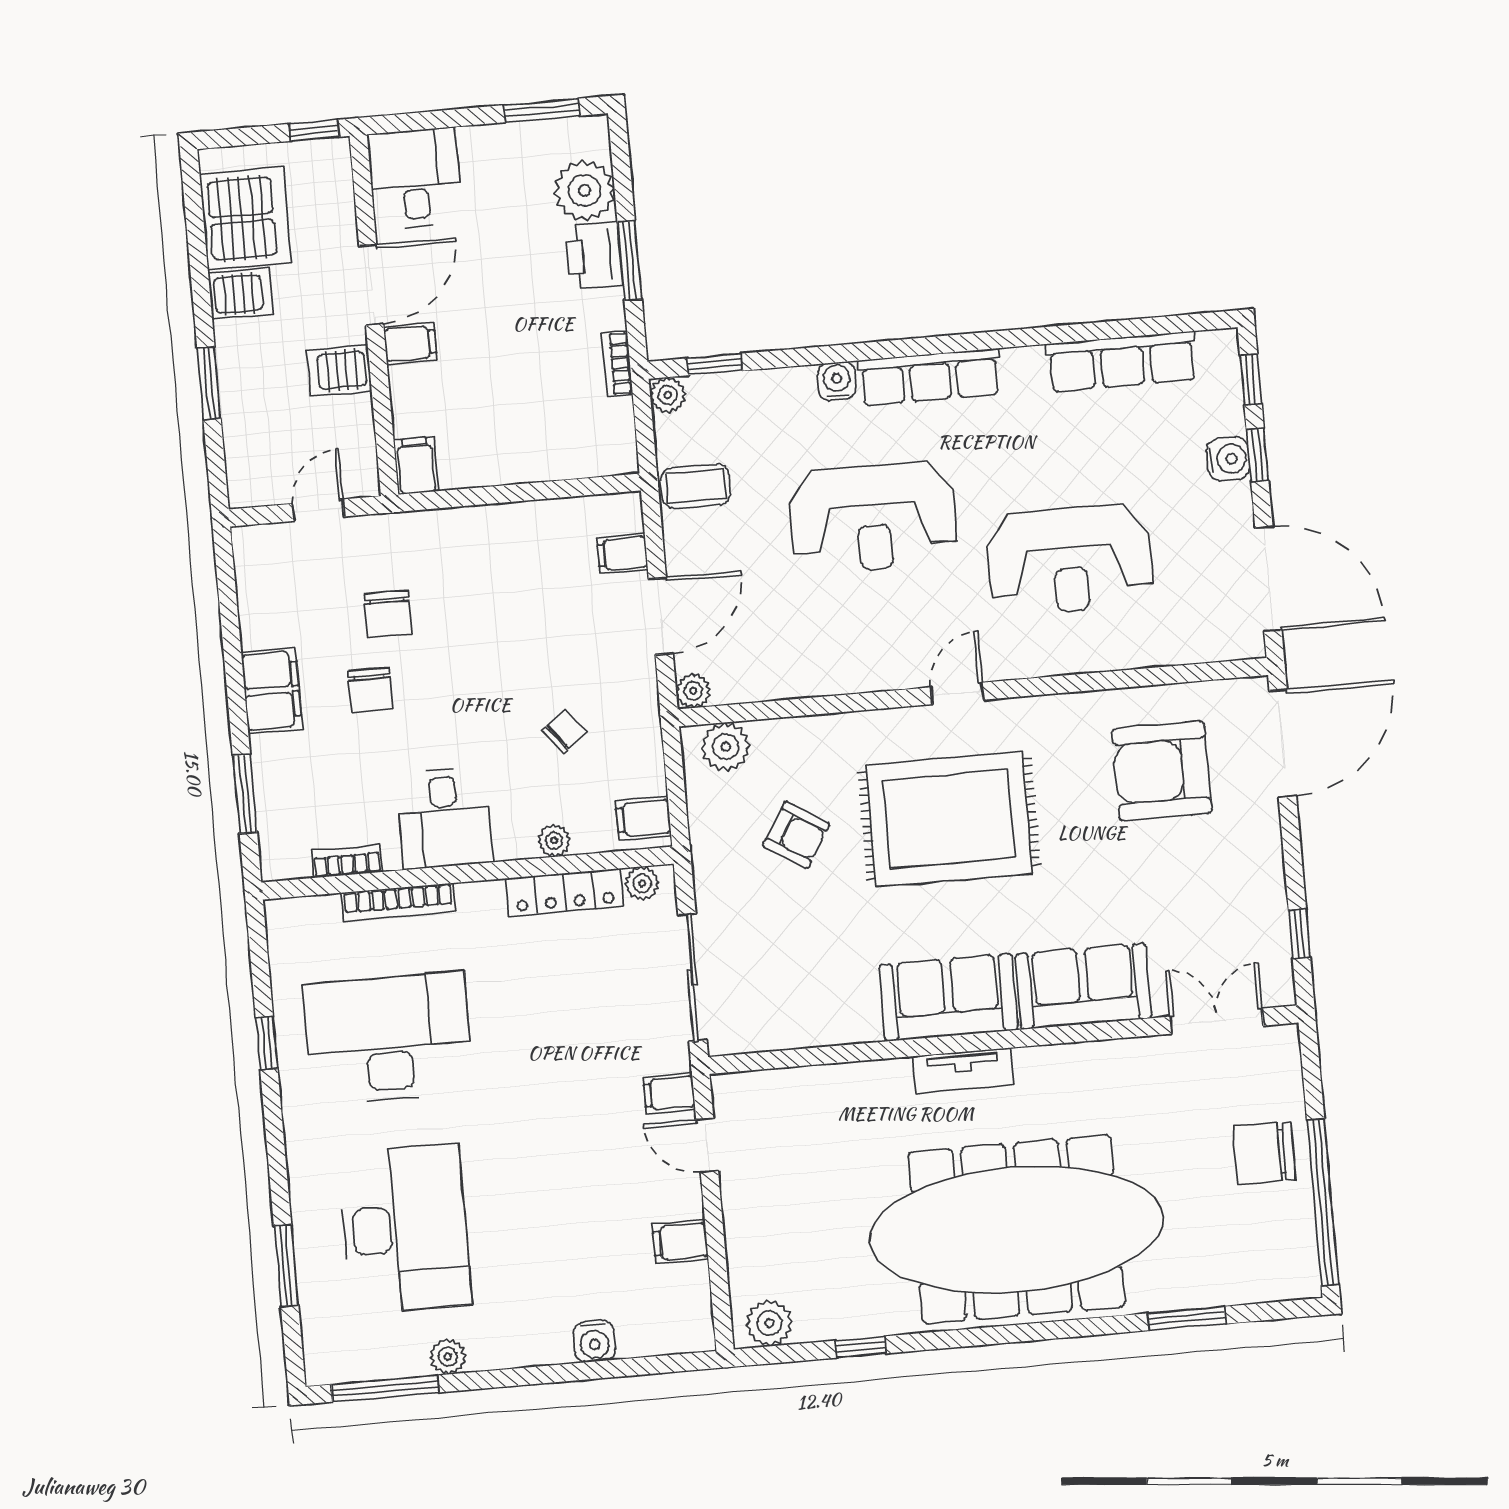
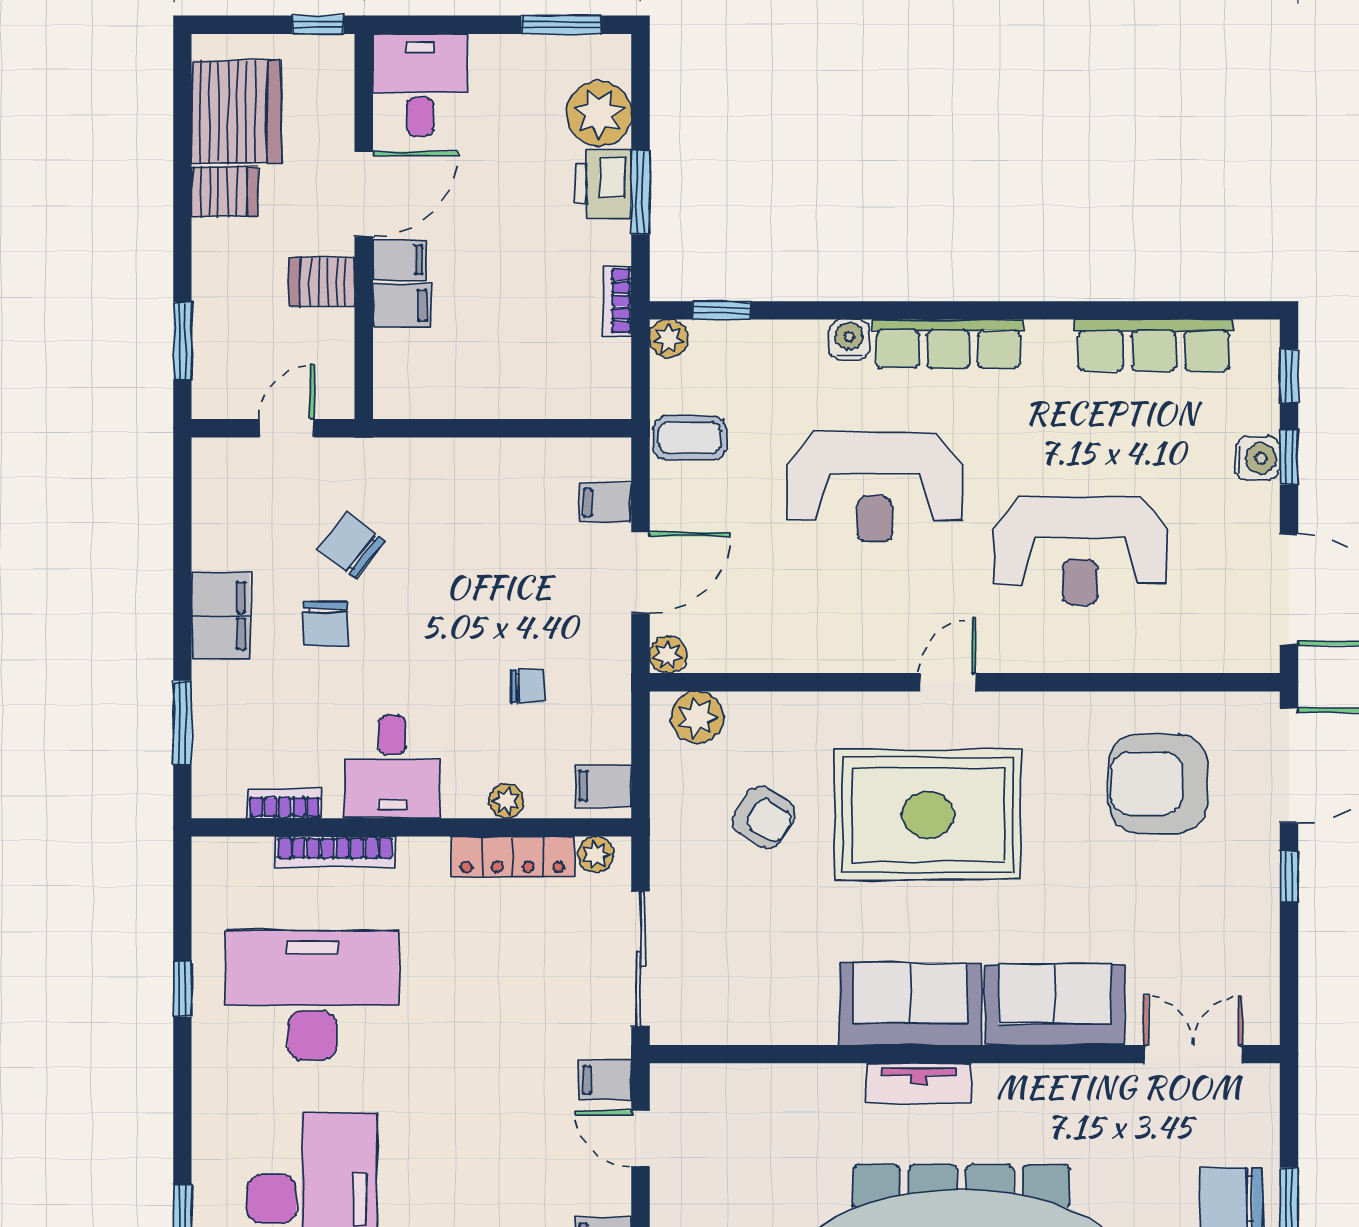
window: (209, 383) -> (182, 341), moved
filing cabinet: (416, 466) -> (402, 305), moved, turned 90
chair: (388, 614) -> (351, 545), turned 128
chair: (564, 732) -> (527, 686), turned 38
window: (1299, 934) -> (1289, 877), moved

